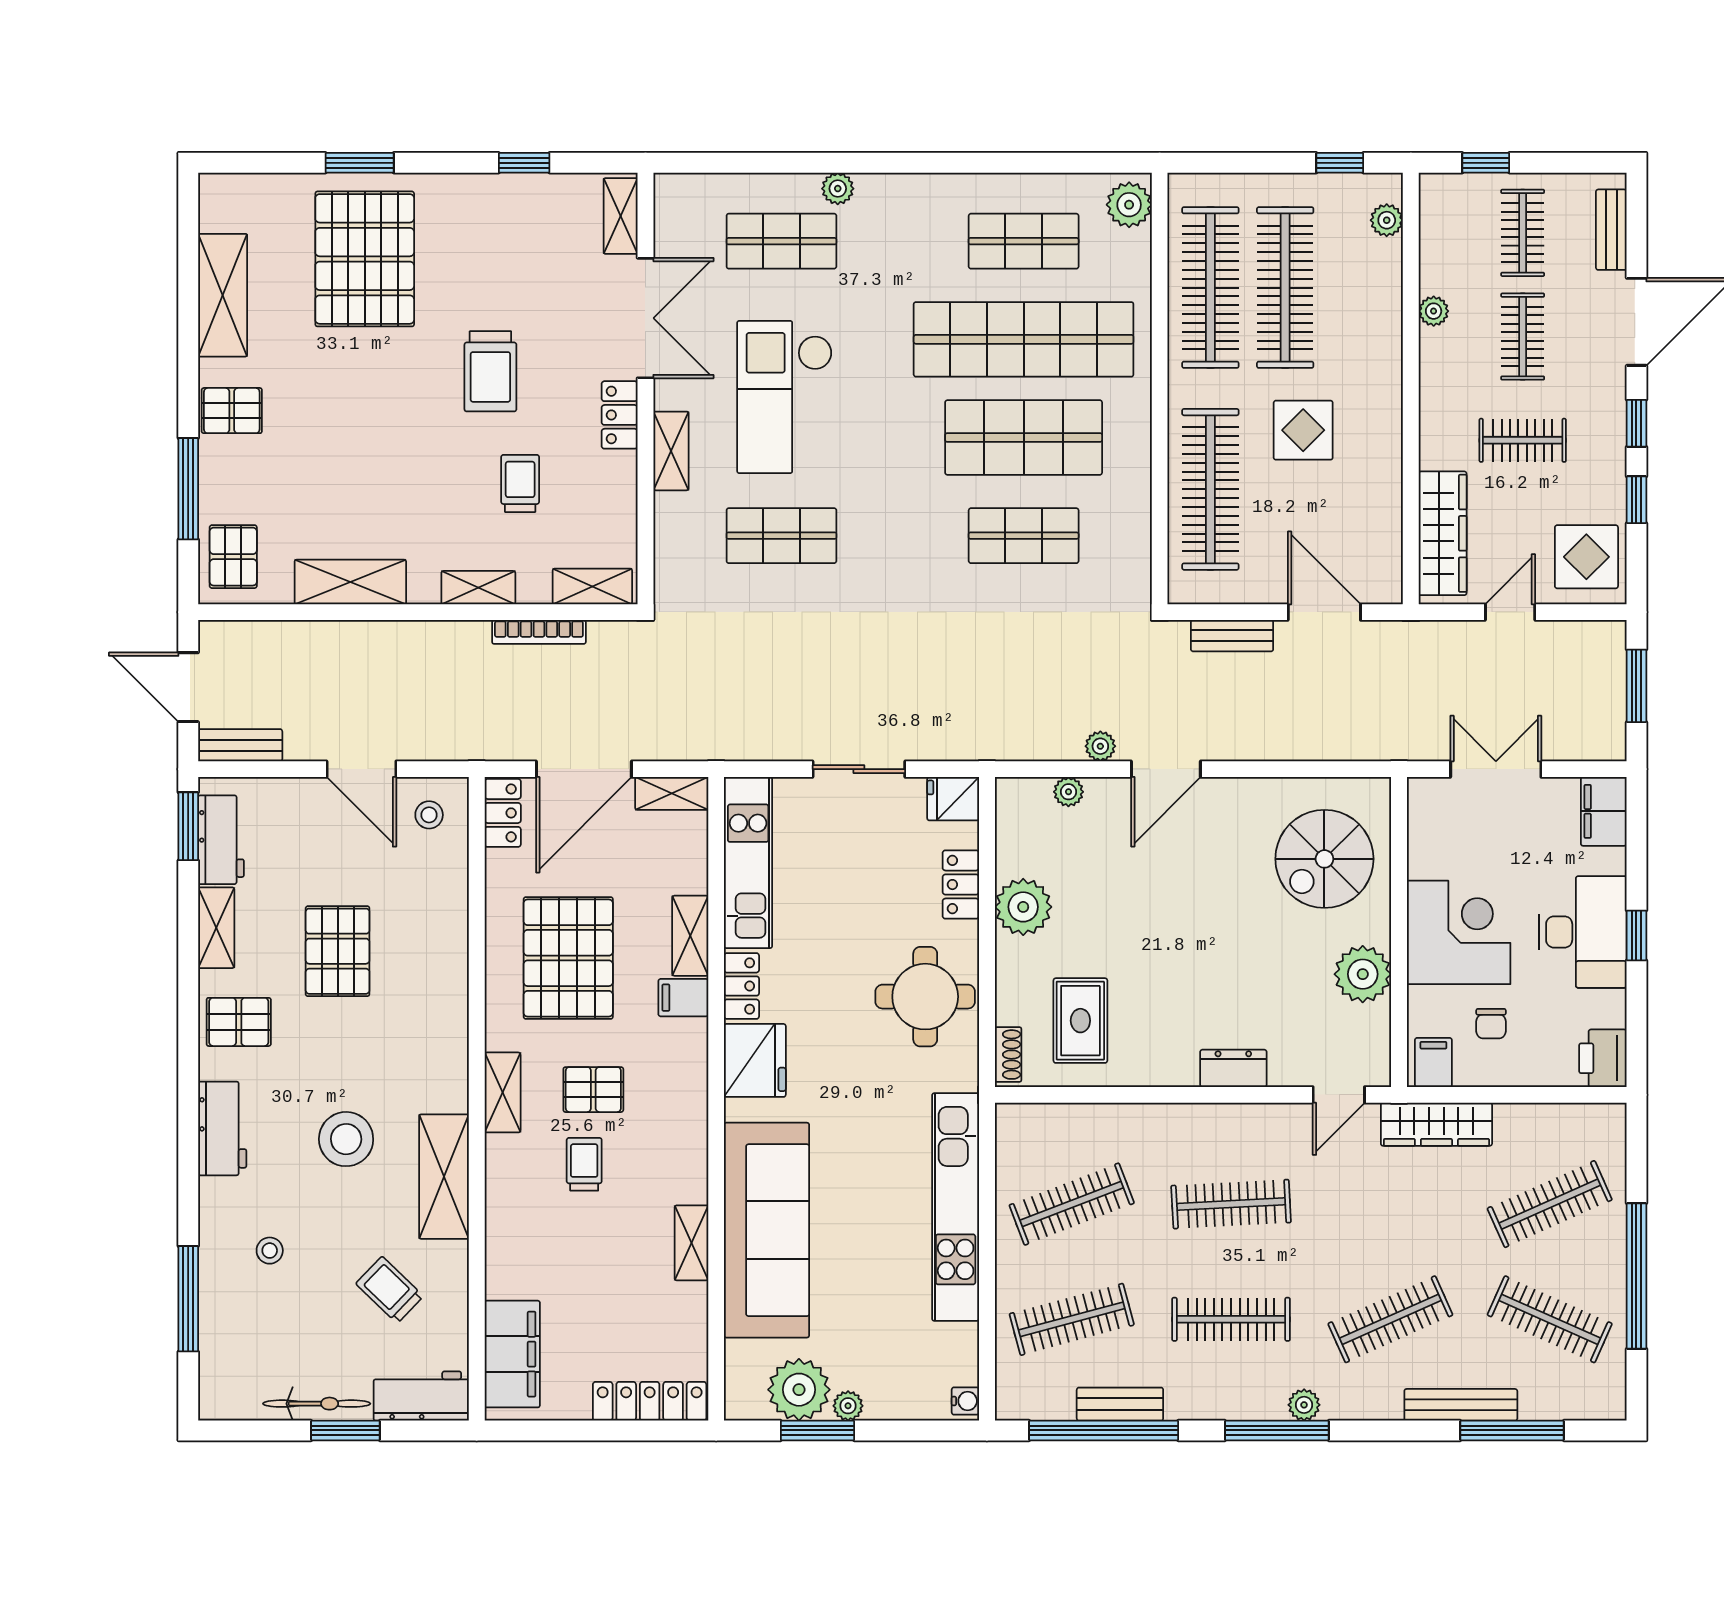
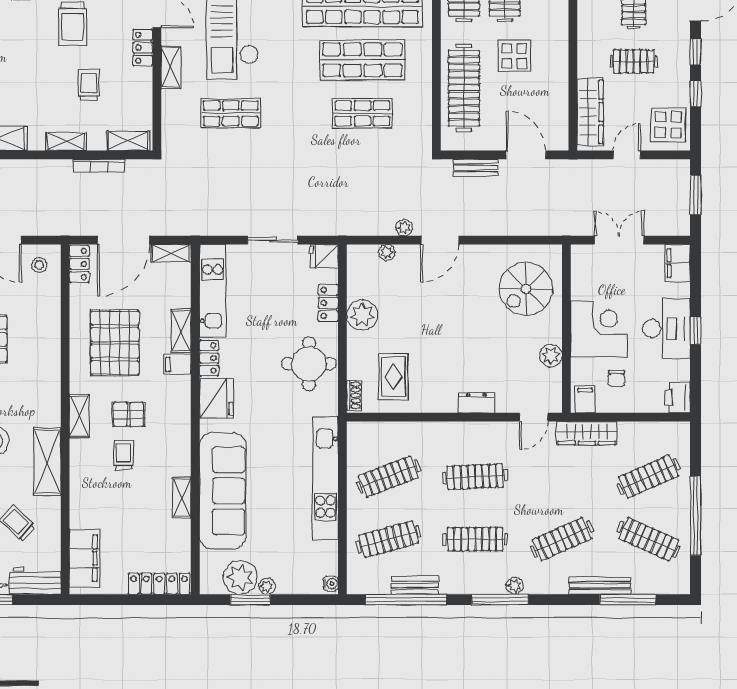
plant: (1363, 974) -> (551, 356), width x0.73, depth x0.73

